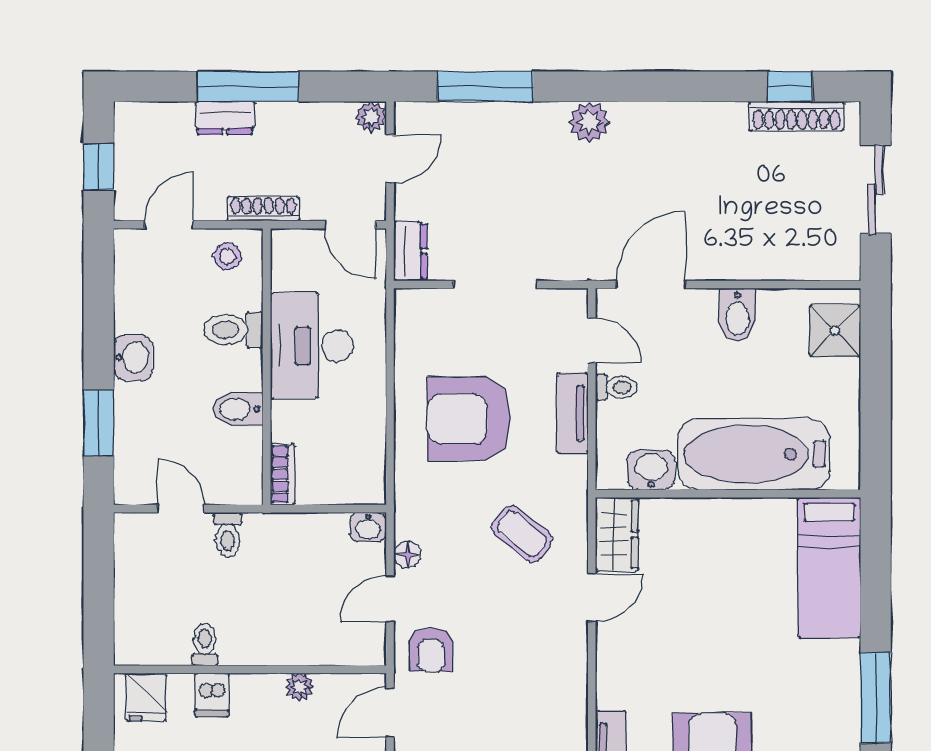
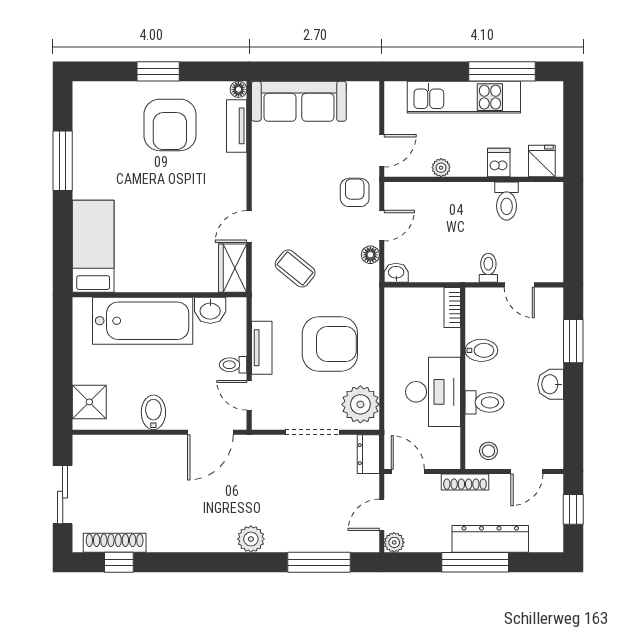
dresser: (225, 118) -> (490, 539), width x1.96, depth x1.24
plant: (422, 327) -> (360, 404), added
toilet: (205, 645) -> (507, 201), width x1.37, depth x1.39

